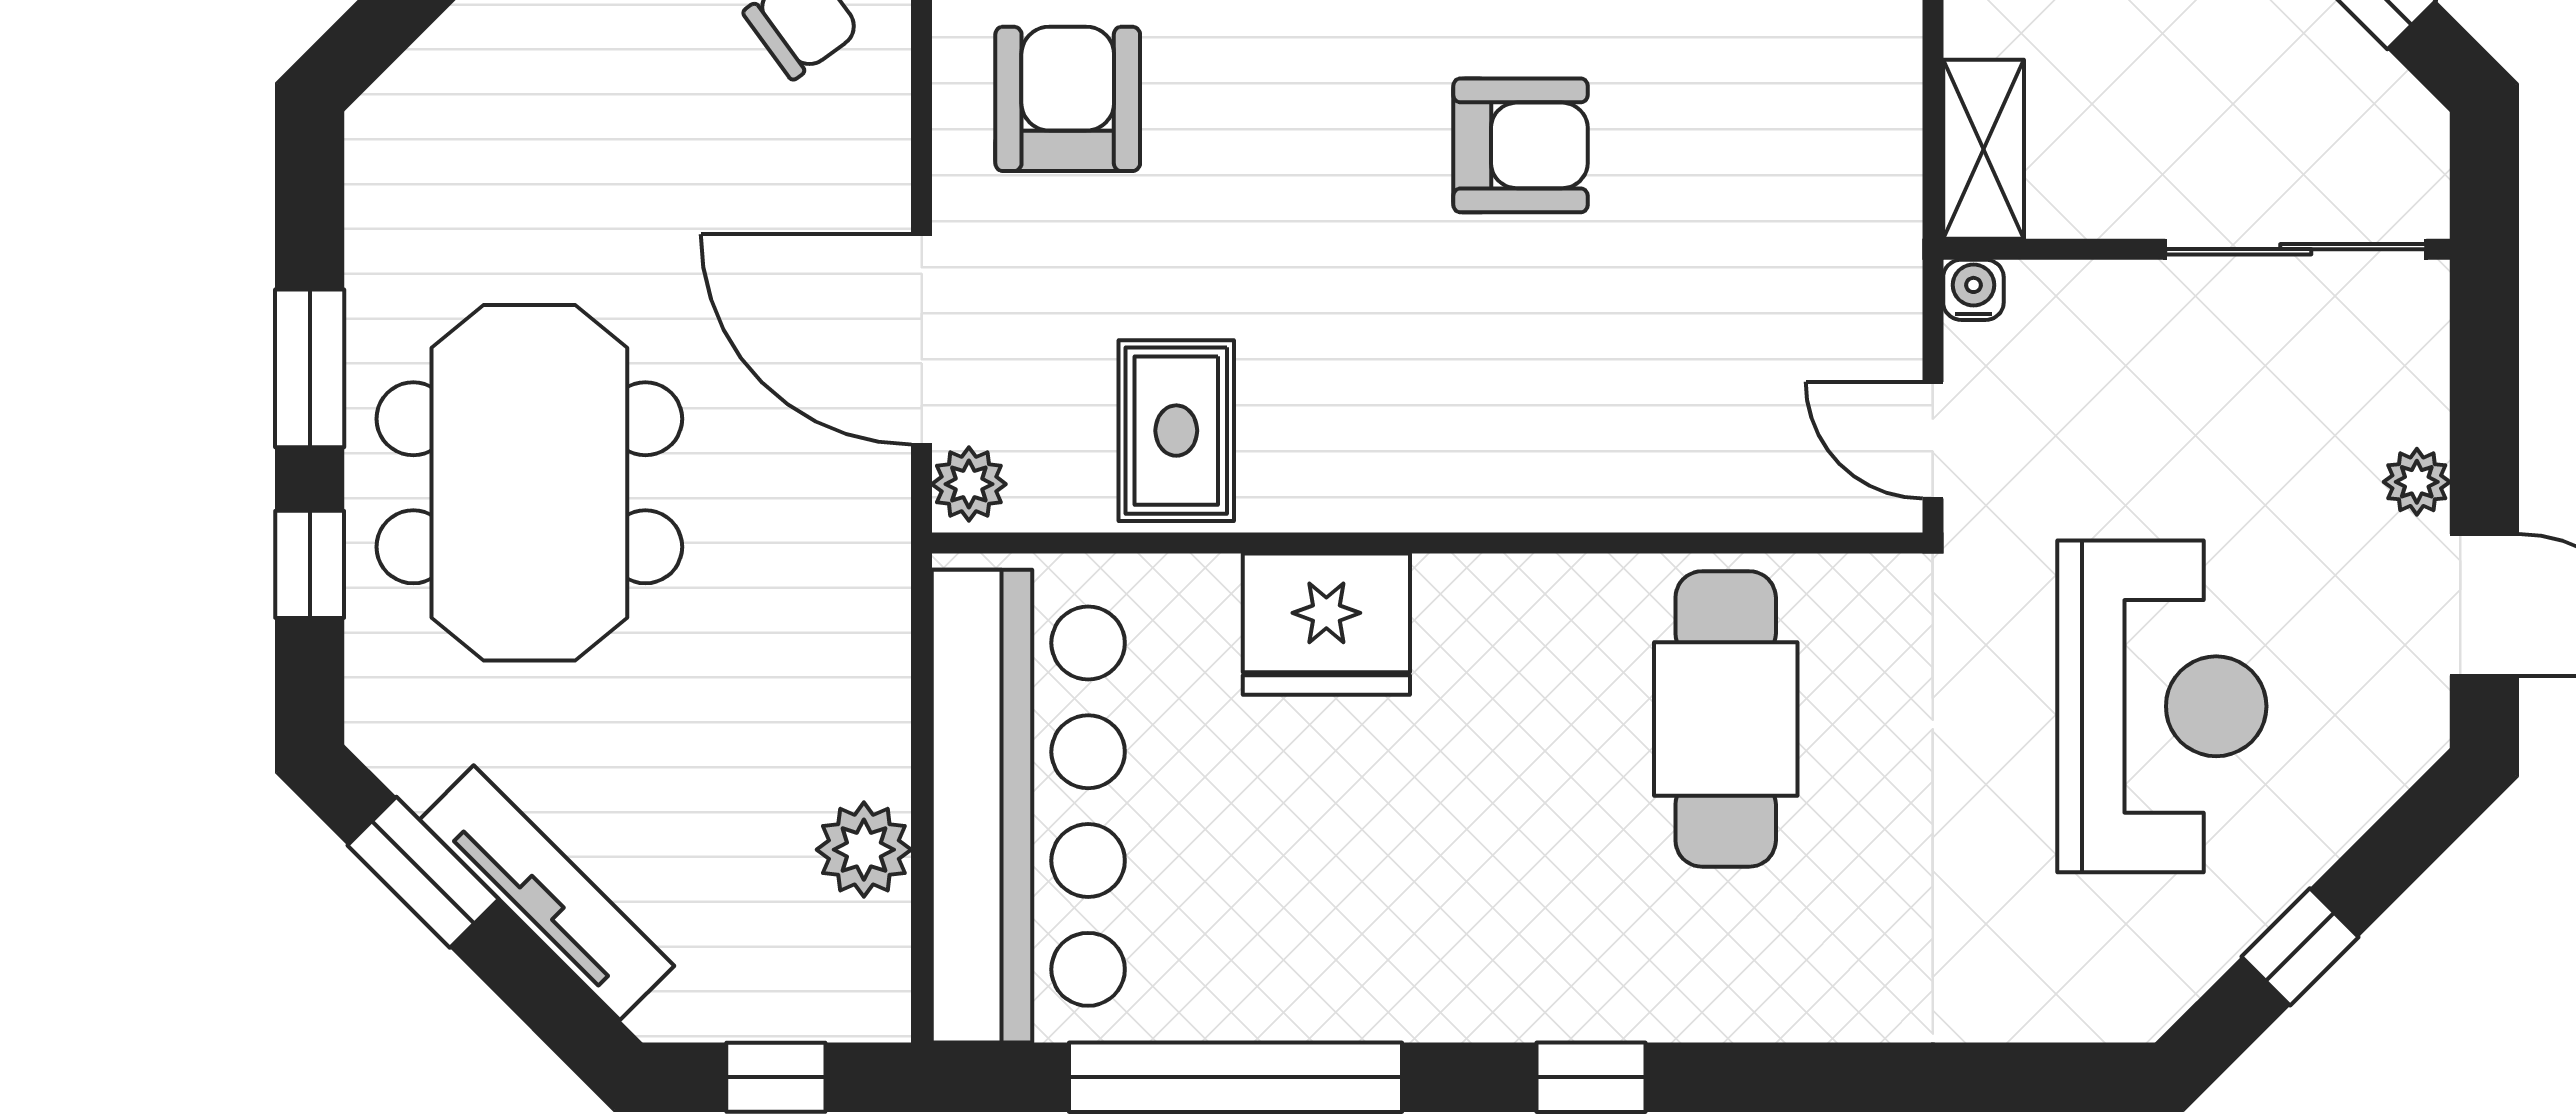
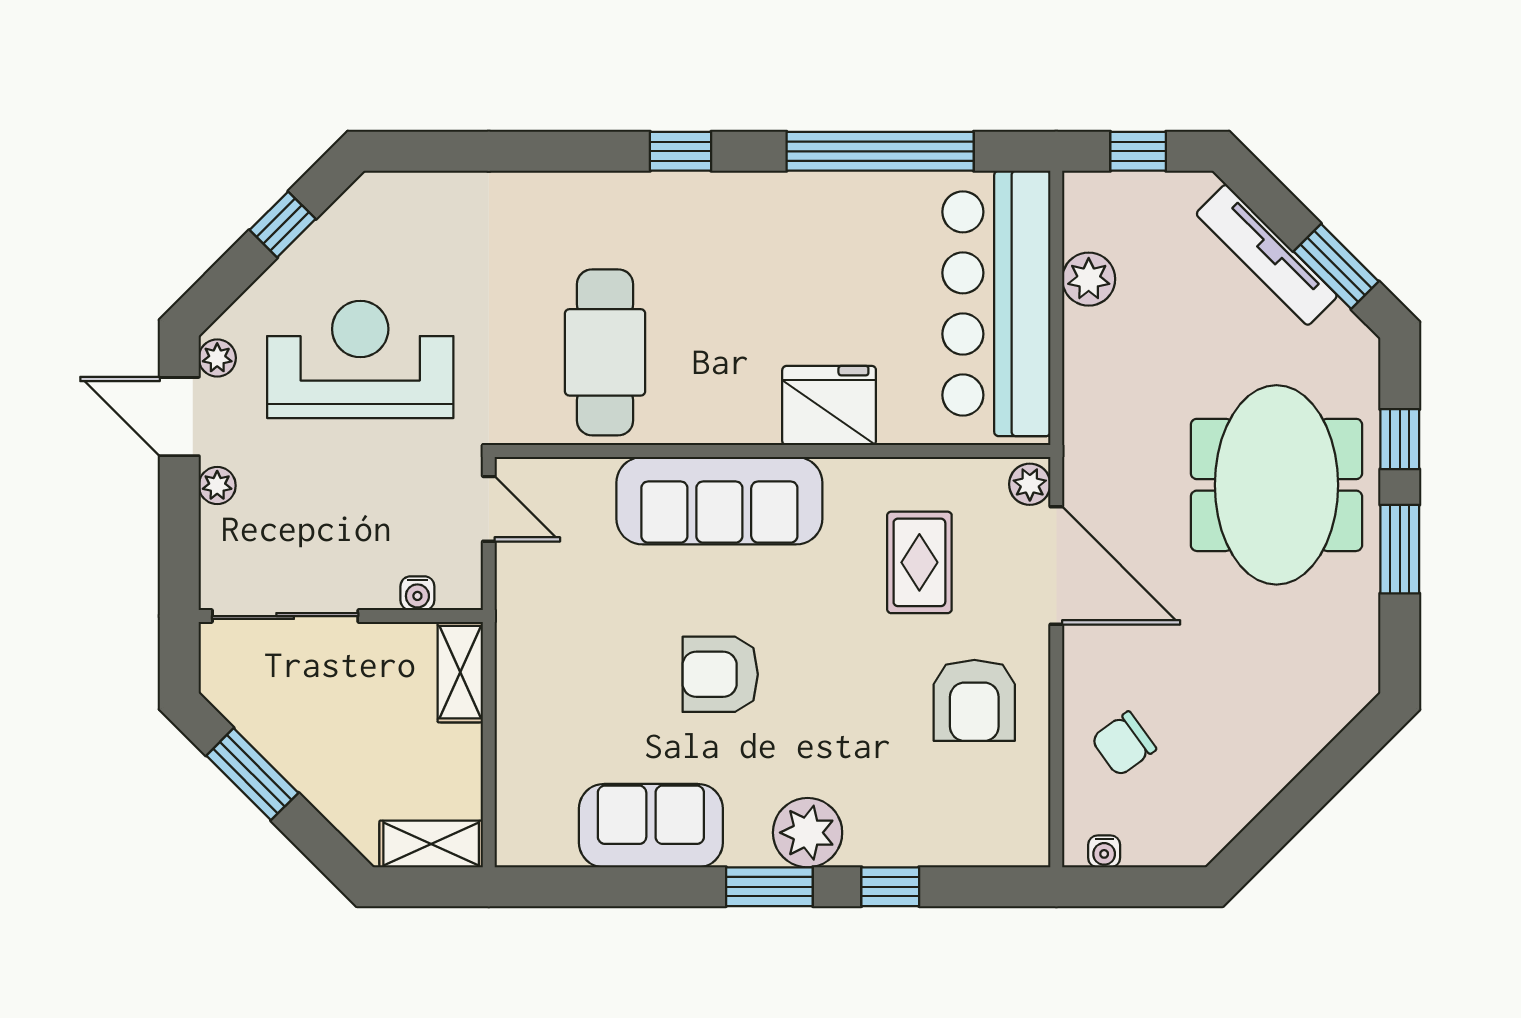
water cooler: (1973, 290) -> (417, 593), moved
rug: (1176, 431) -> (919, 562), moved
sofa: (1522, 455) -> (719, 501), added
reception desk: (2162, 706) -> (360, 359), turned 90
plant: (2417, 709) -> (217, 358), added

